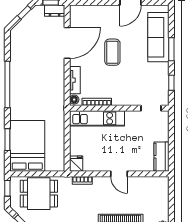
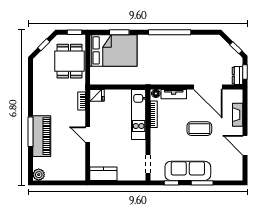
fireplace: (97, 10) -> (238, 115), added
sofa: (158, 37) -> (188, 171), moved
door: (119, 174) -> (88, 135), hinge flipped

